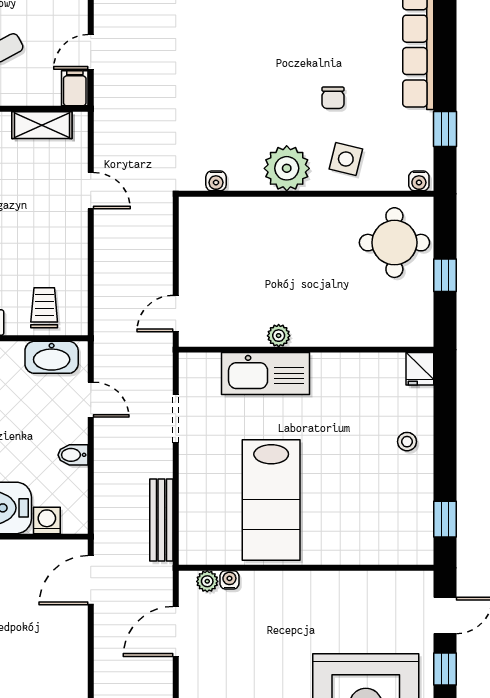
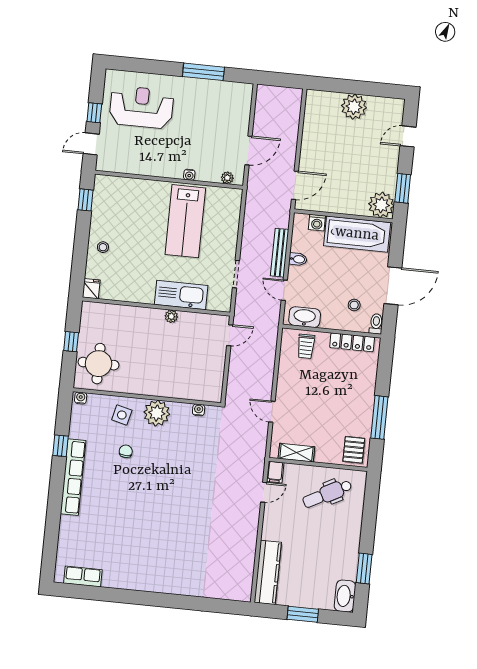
window: (445, 129) -> (61, 446), moved
lab bench: (271, 500) -> (185, 221), turned 180
bench: (161, 520) -> (280, 253), moved
water cooler: (229, 580) -> (189, 175), moved

